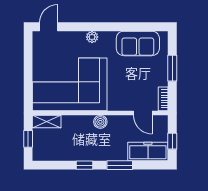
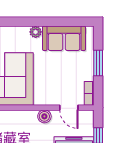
plant: (92, 37) -> (36, 32), moved
boiler: (100, 122) -> (44, 116), moved

